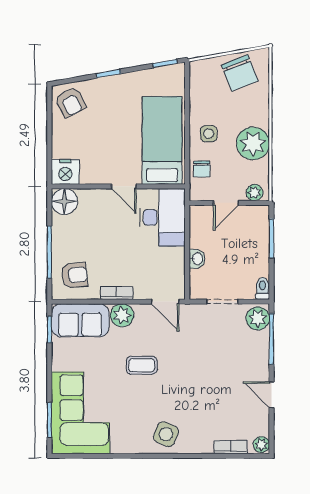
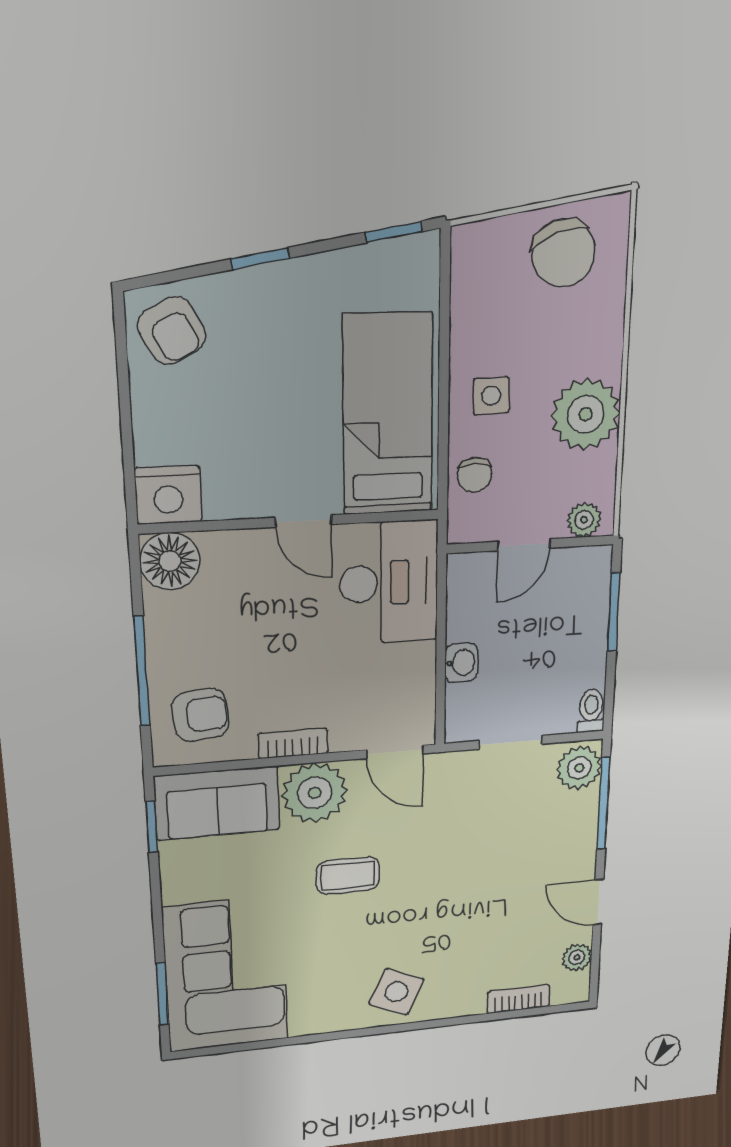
plant: (122, 315) -> (315, 793), width x1.36, depth x1.36
plant: (261, 445) -> (577, 957), moved

